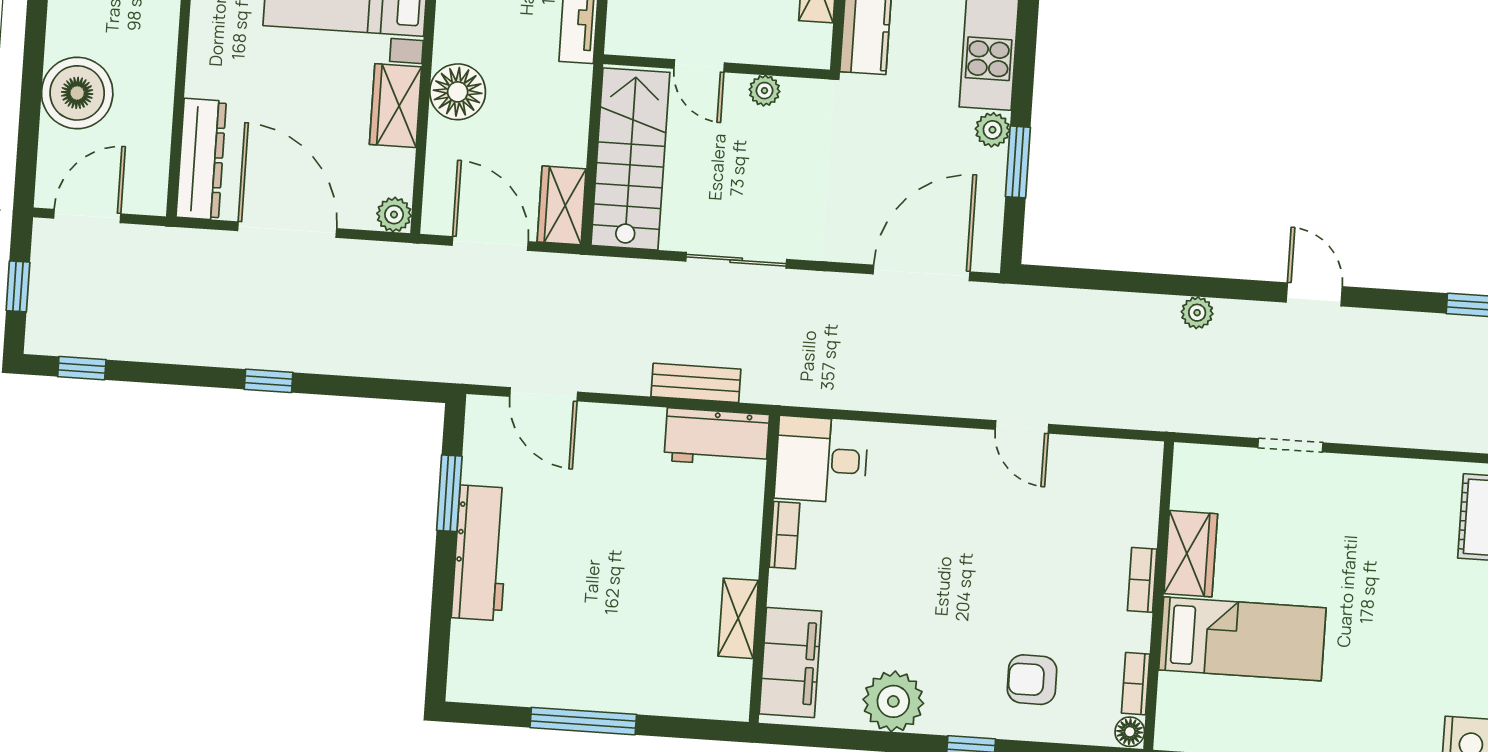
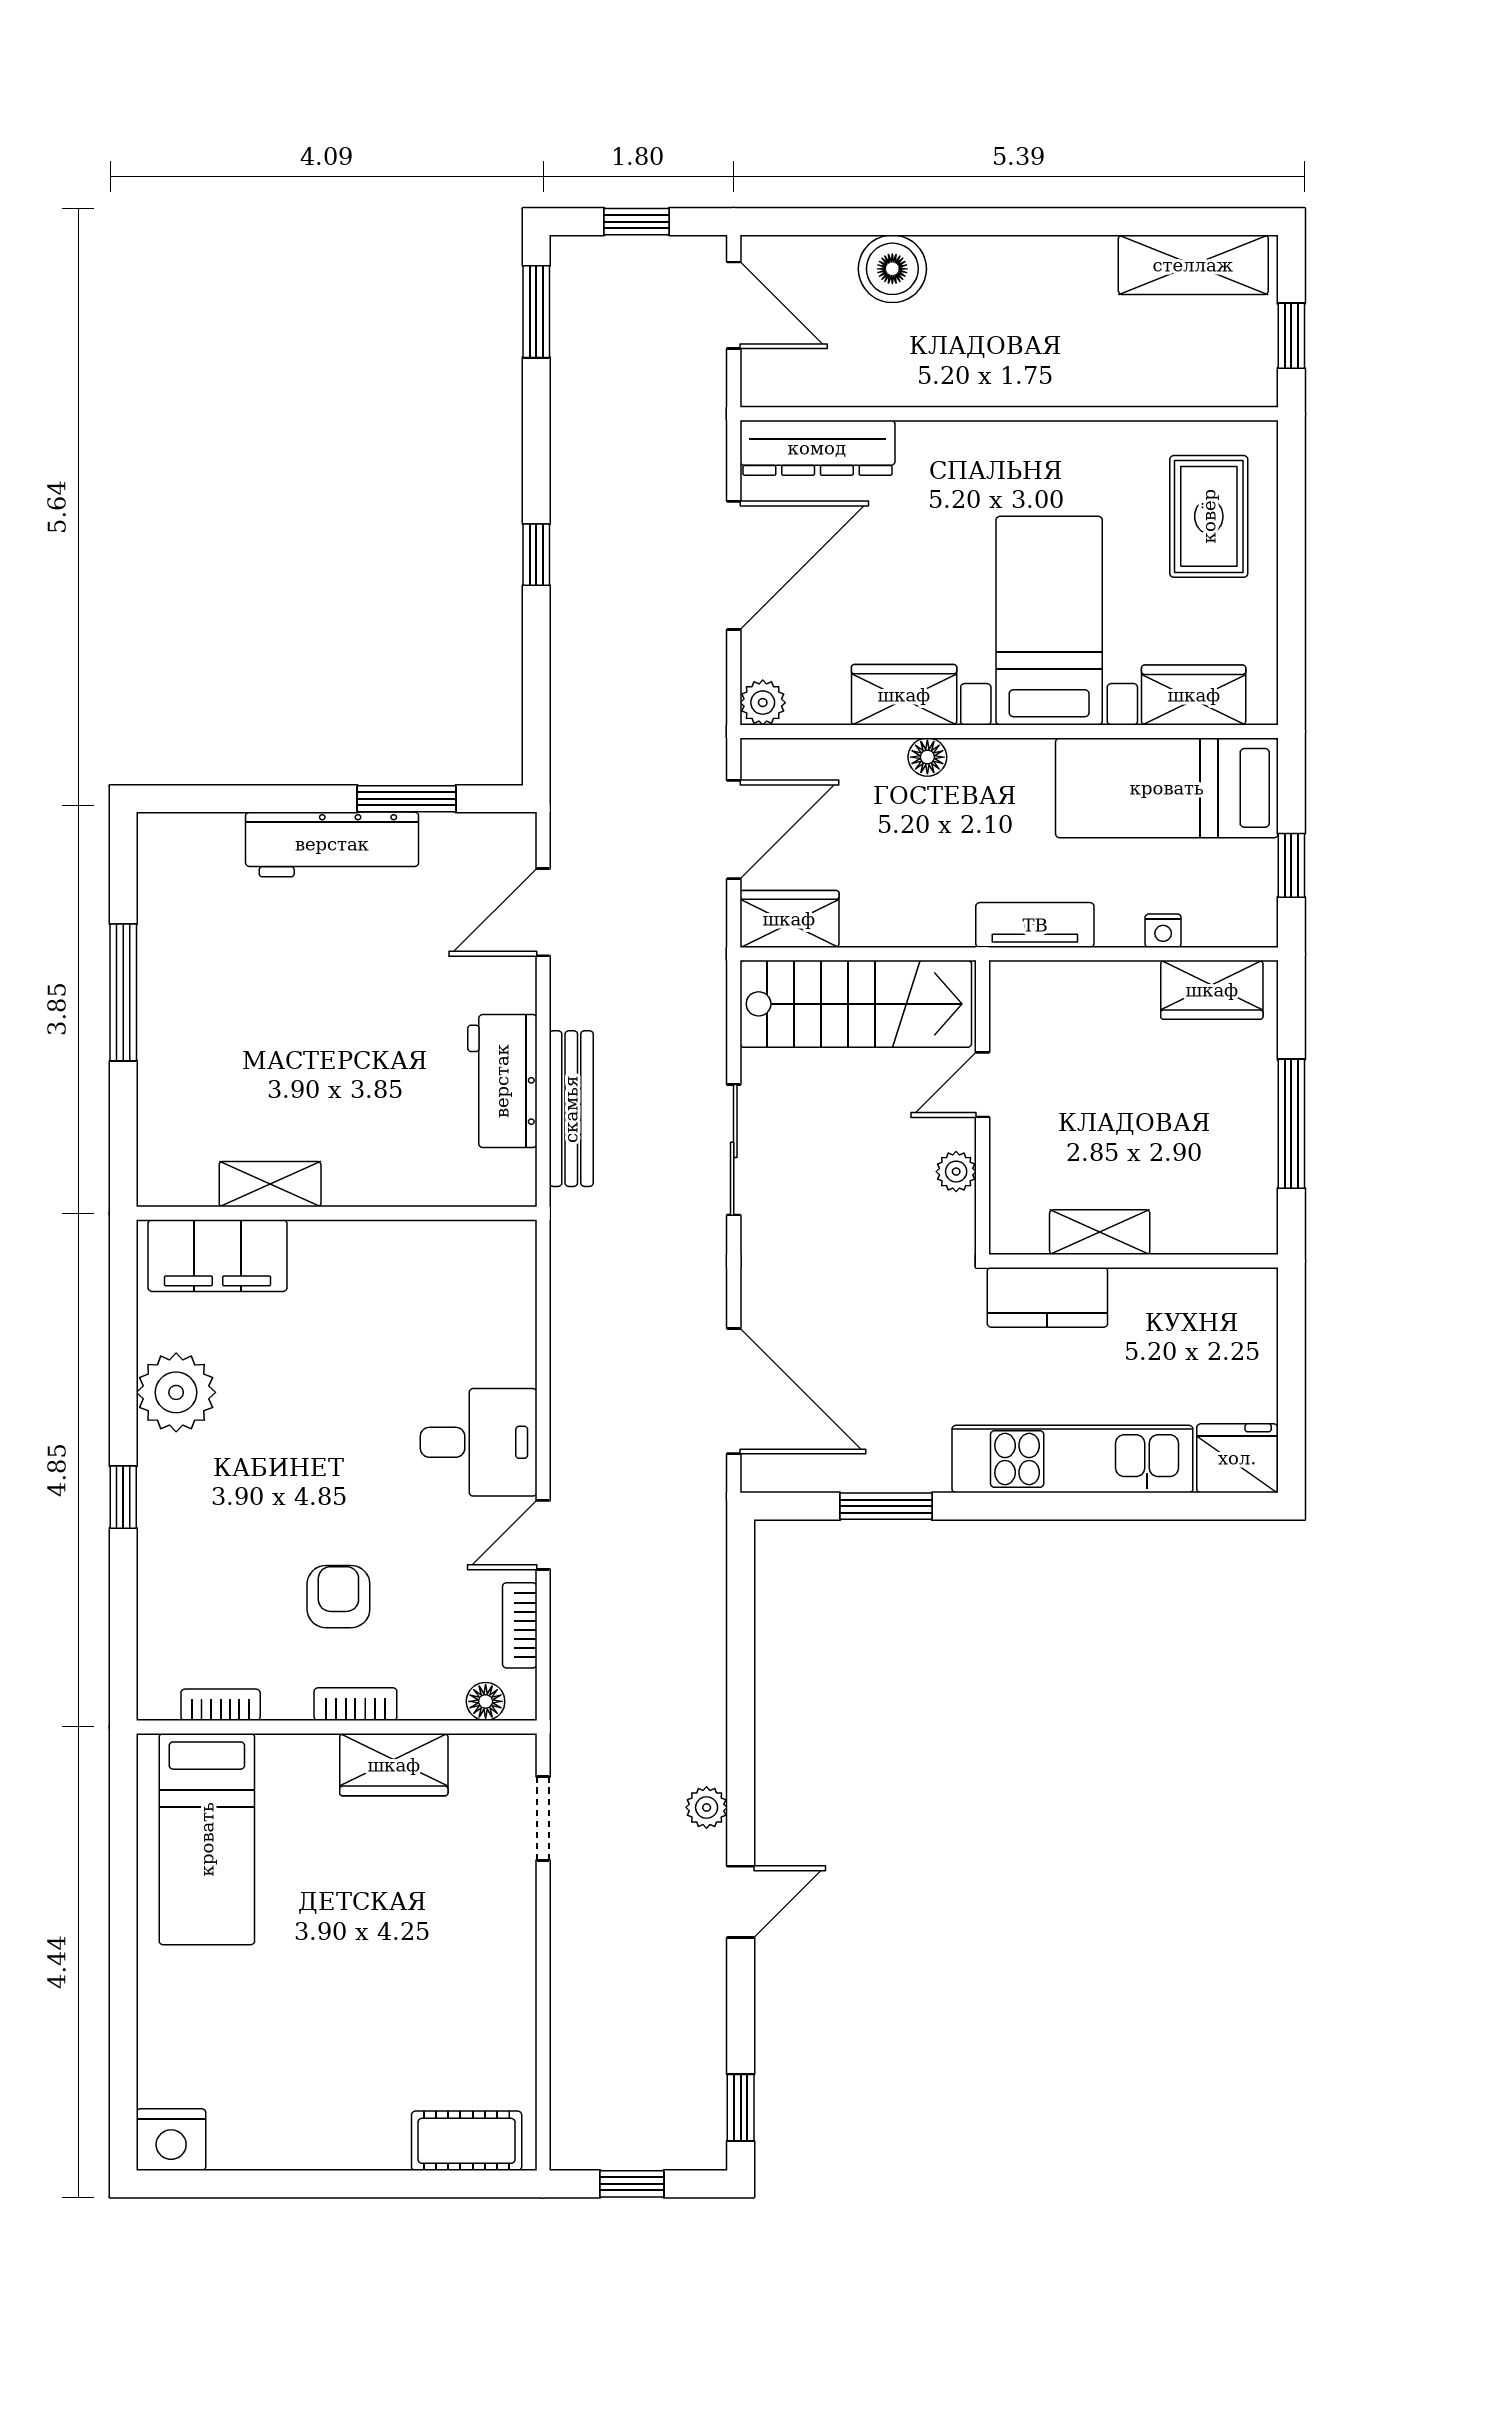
floor lamp: (458, 92) -> (927, 757), width x0.53, depth x0.53
boiler: (77, 93) -> (892, 269), width x0.73, depth x0.73
plant: (992, 130) -> (925, 1470), removed
plant: (1197, 313) -> (707, 1807), moved
window: (82, 368) -> (536, 312), width x1.50
bench: (696, 383) -> (571, 1109), width x1.36
workbench: (717, 438) -> (502, 1081), moved
doorway: (1290, 445) -> (543, 1819), moved
desk: (821, 460) -> (479, 1442), moved, turned 90
bookcase: (785, 535) -> (520, 1625), moved, turned 90
bed: (1242, 639) -> (207, 1839), moved
armchair: (1032, 680) -> (338, 1597), moved
floor lamp: (1130, 732) -> (486, 1701), moved

